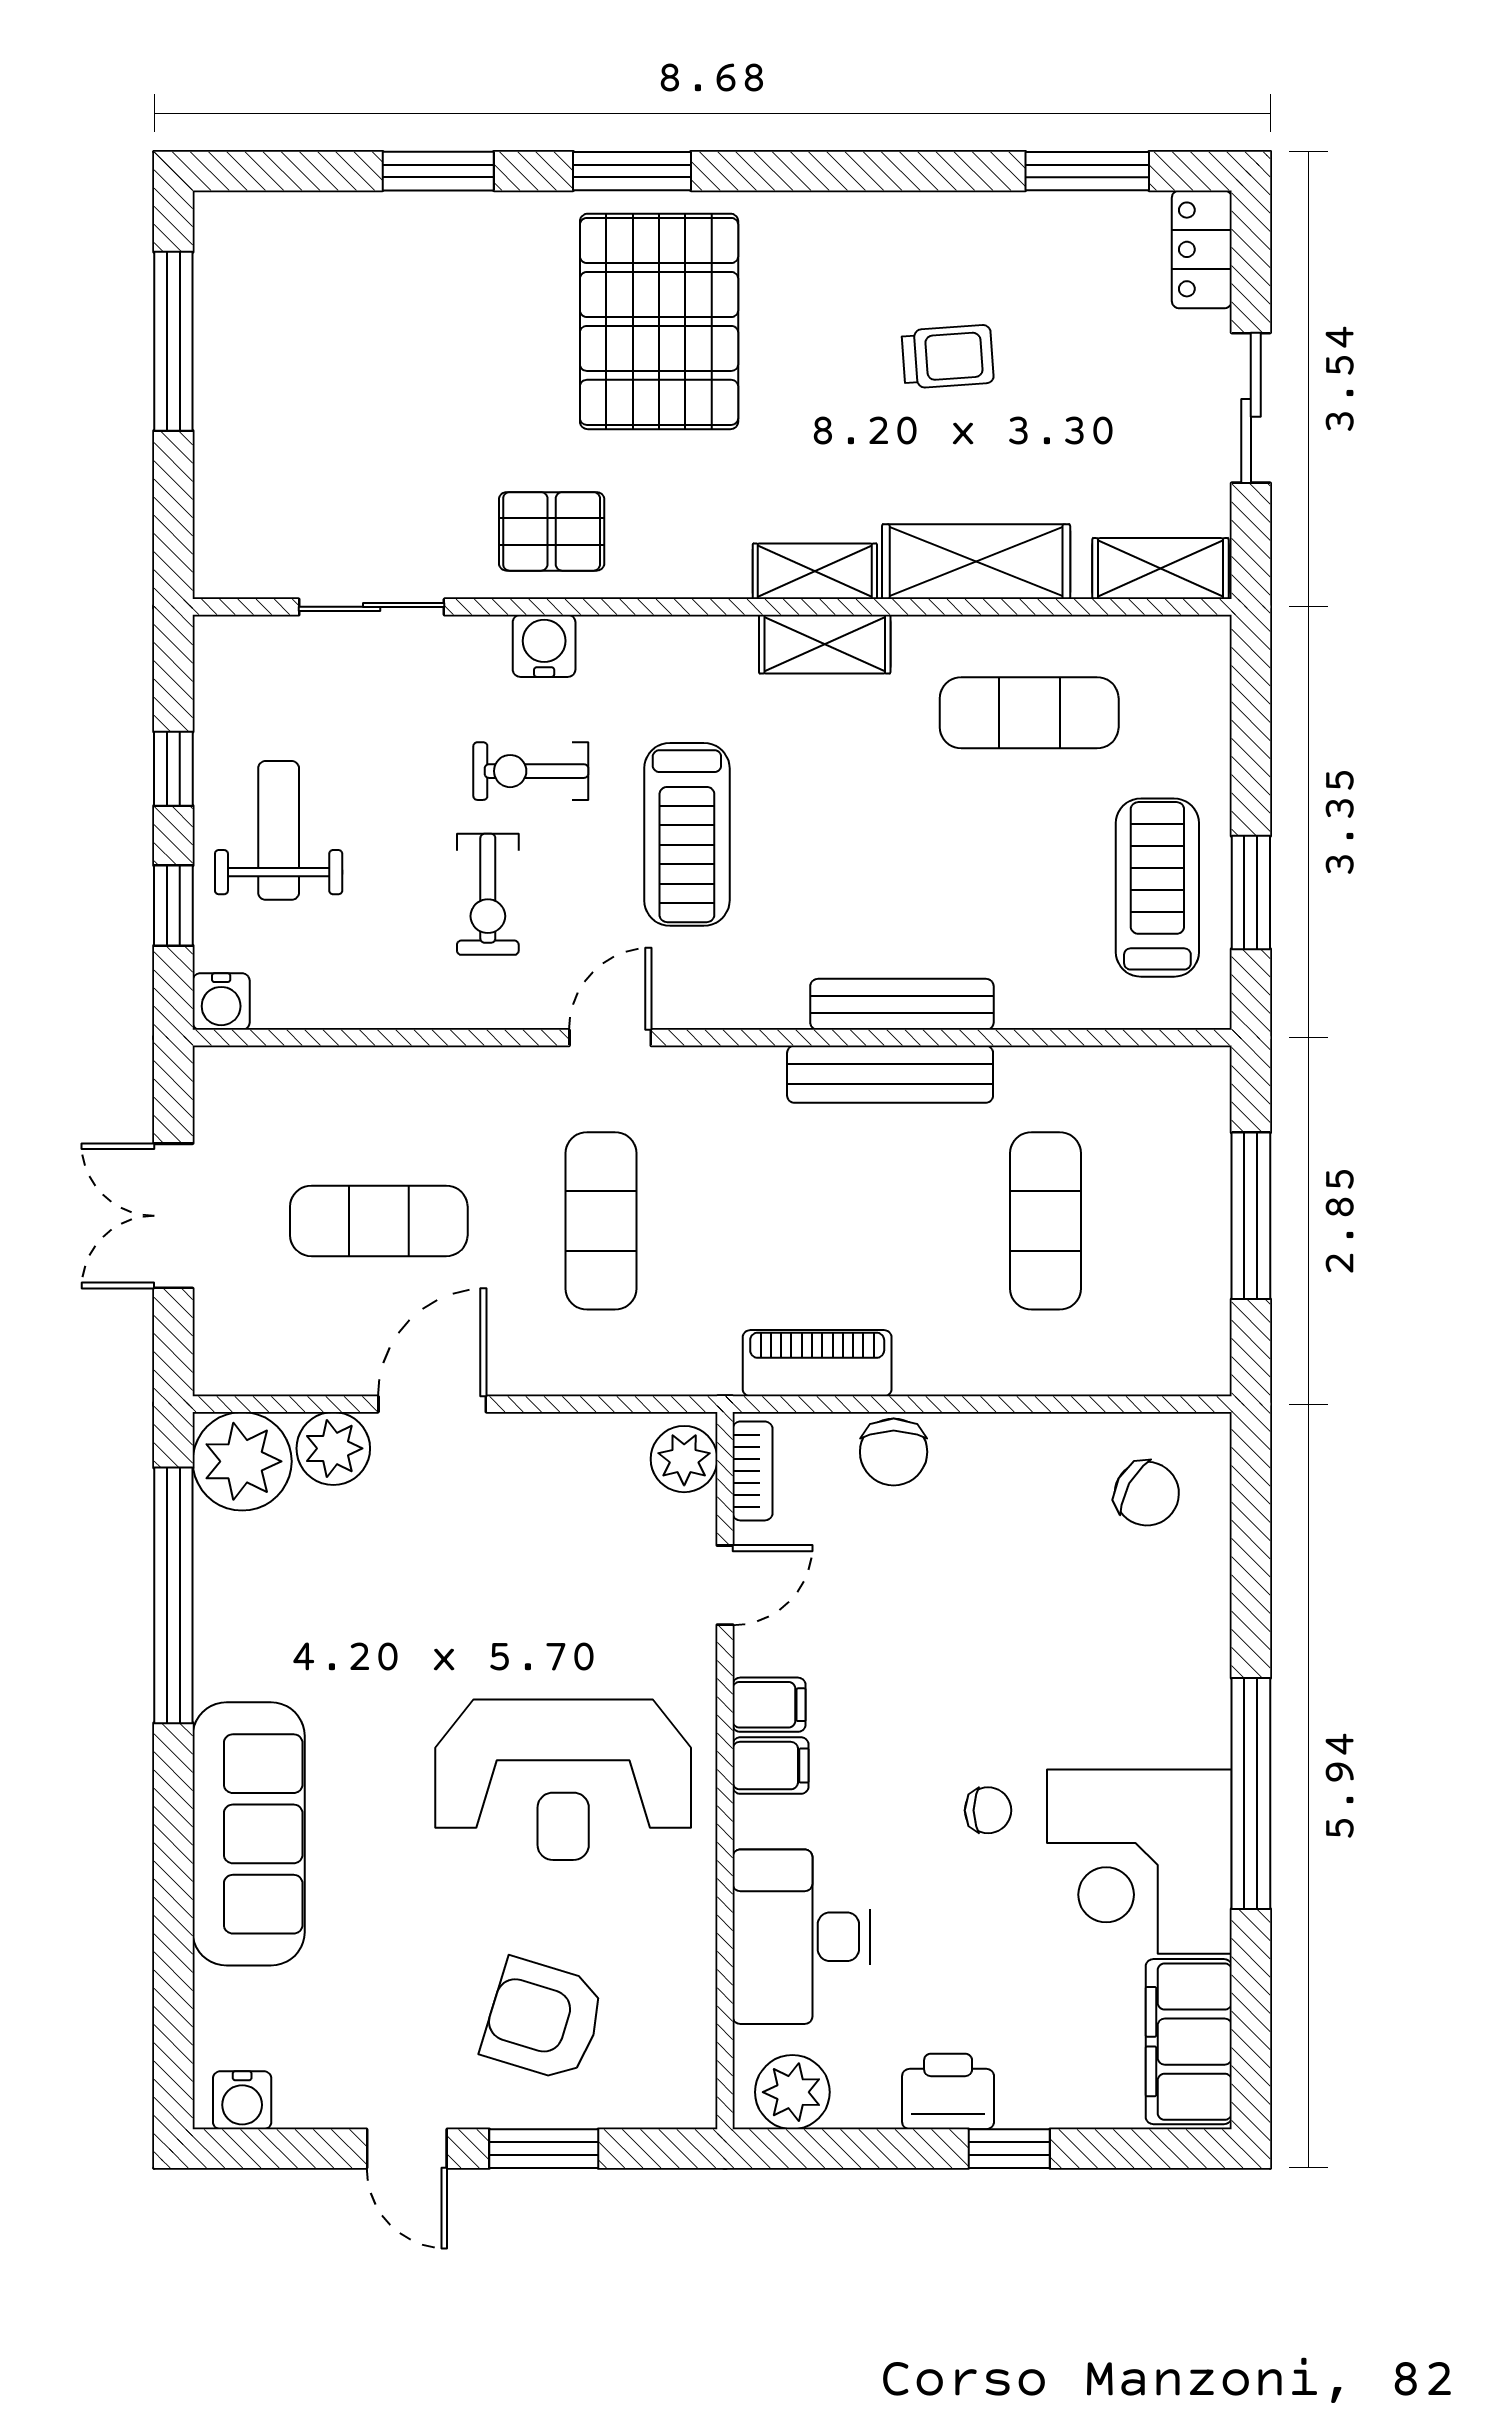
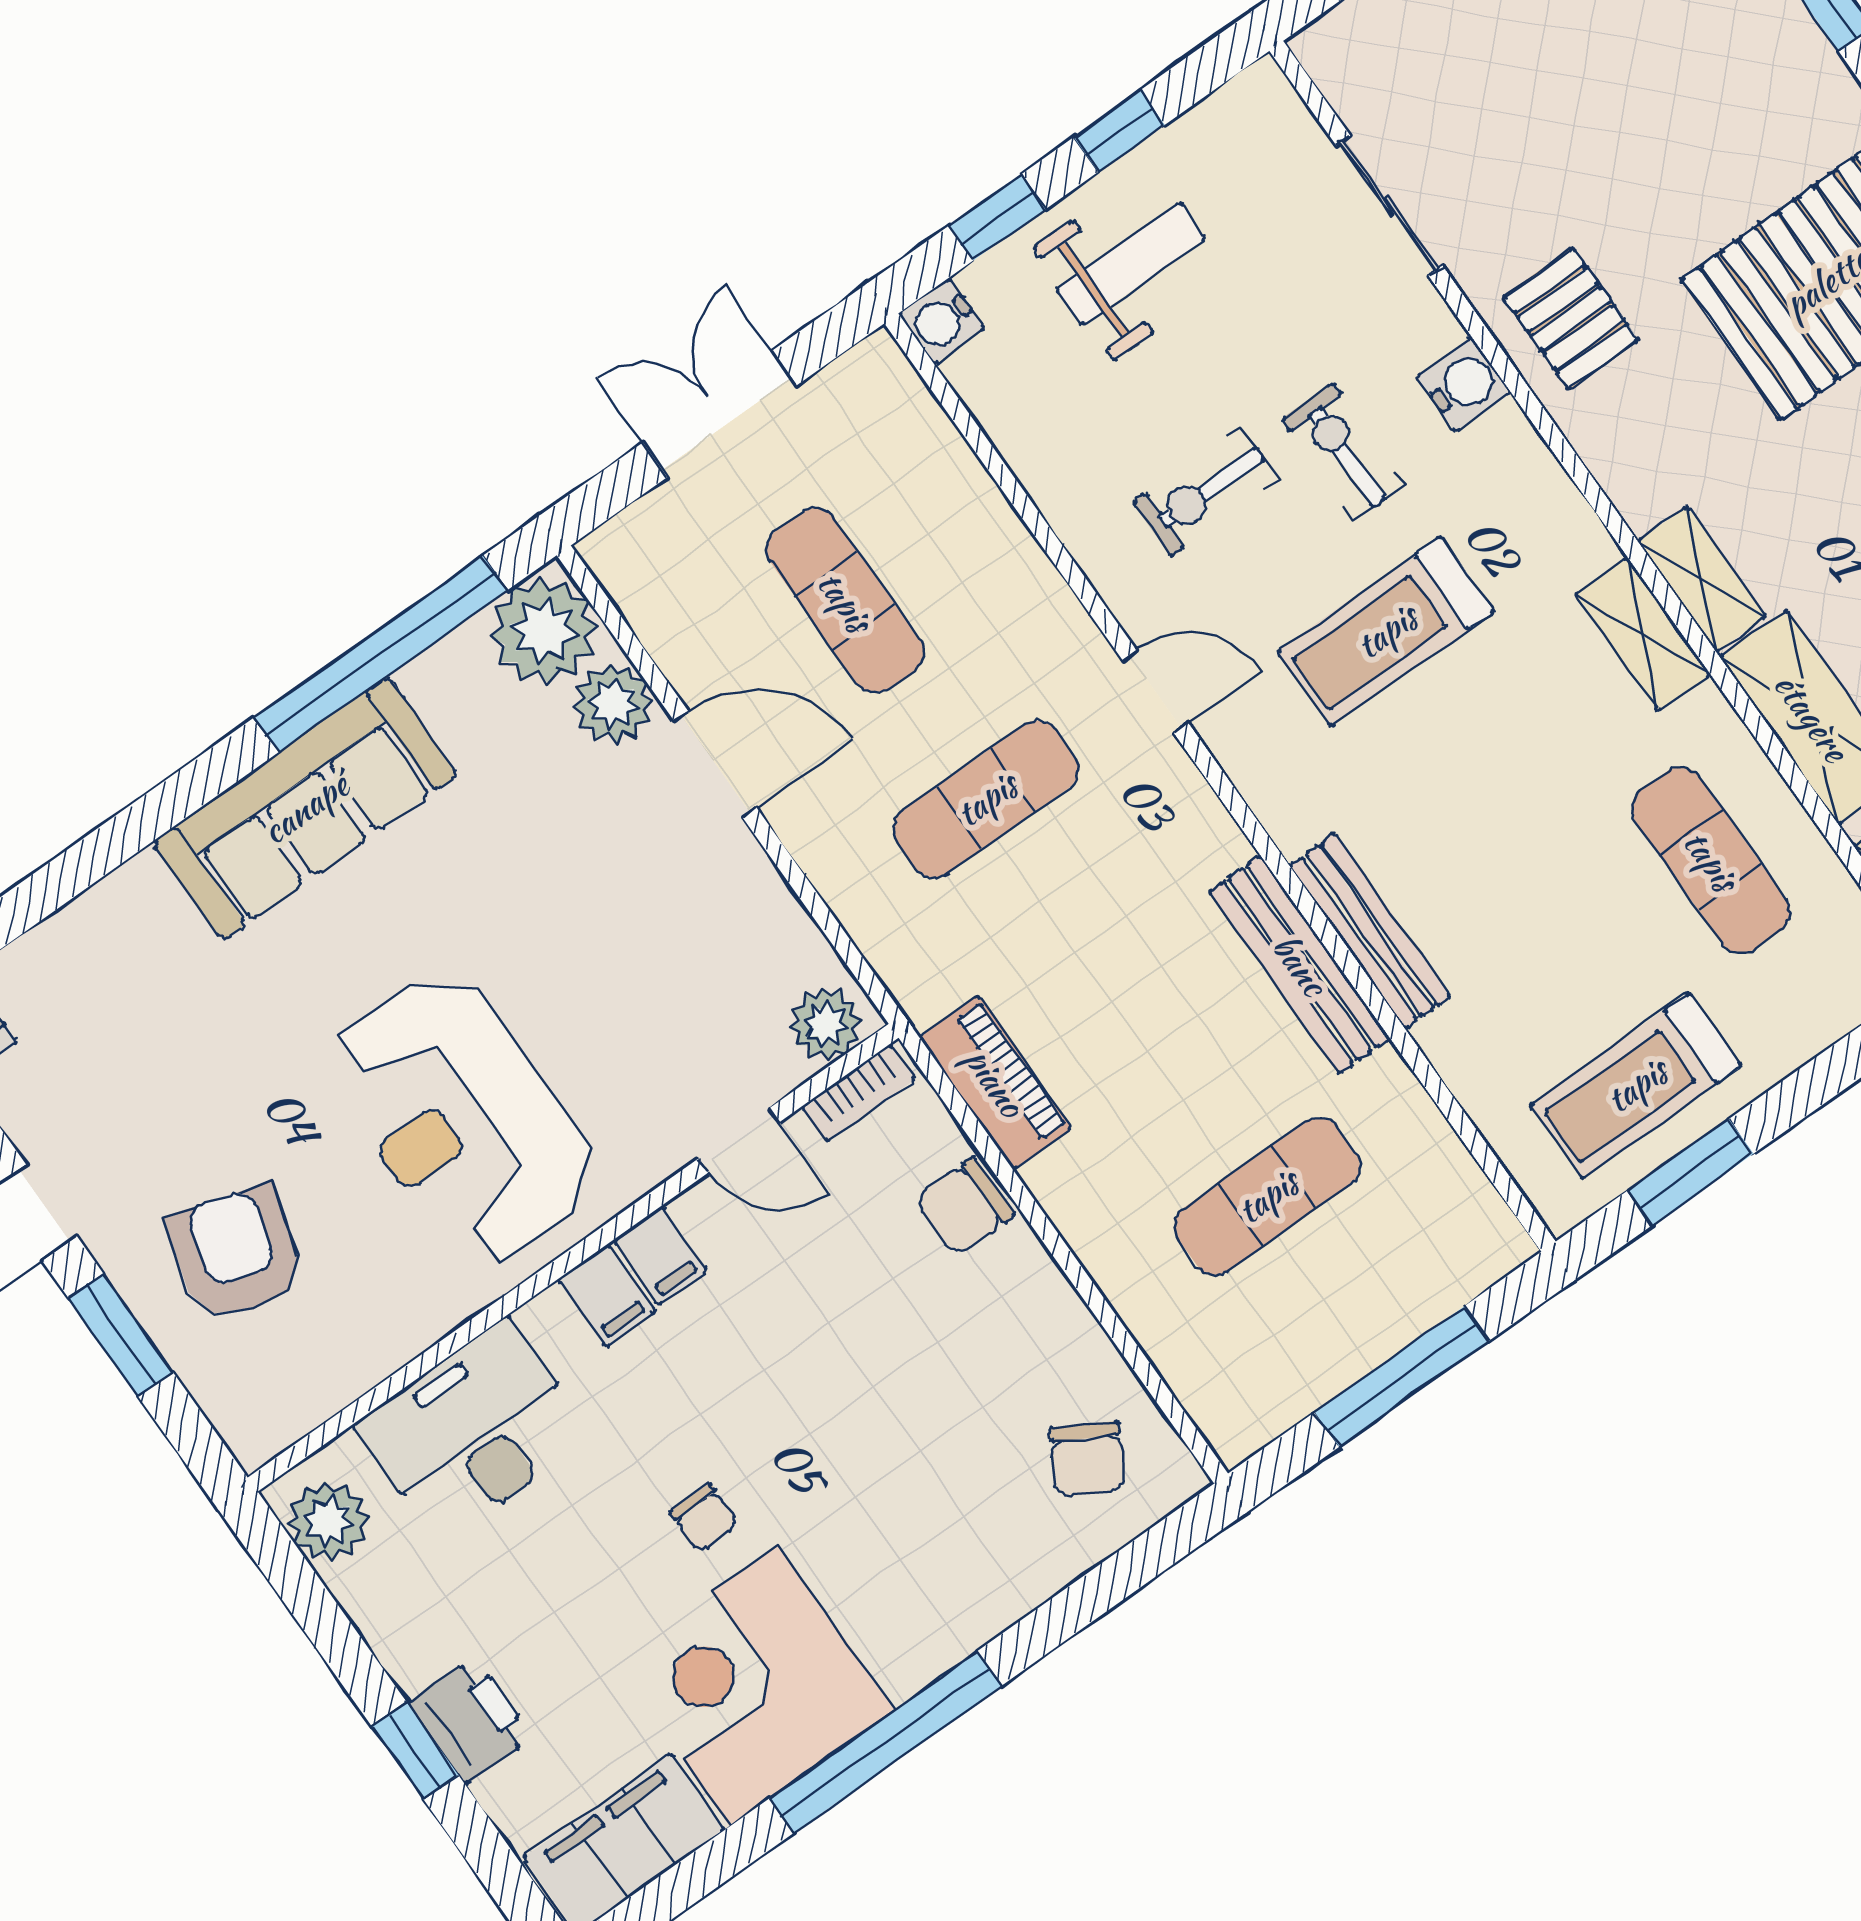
treadmill: (1157, 888) -> (1636, 1085), turned 180
sofa: (249, 1834) -> (305, 808), moved
printer: (948, 2091) -> (470, 1720), moved

